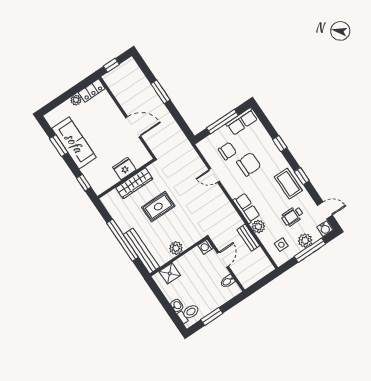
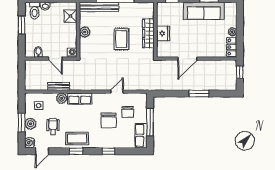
window: (310, 250) -> (22, 123), width x0.69

